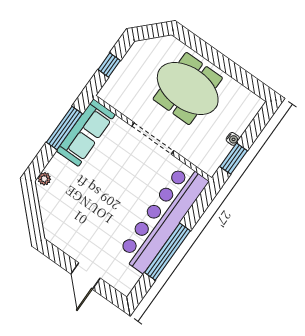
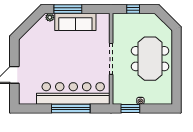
window: (64, 128) -> (68, 9), moved
sofa: (86, 133) -> (75, 22), moved
window: (168, 252) -> (71, 109), moved

